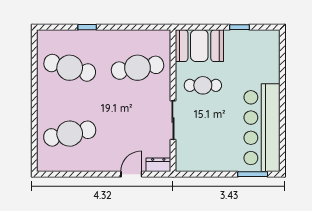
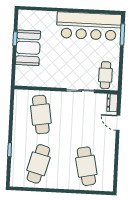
booth: (199, 46) -> (28, 48), moved
cafe table: (203, 85) -> (105, 75), moved

